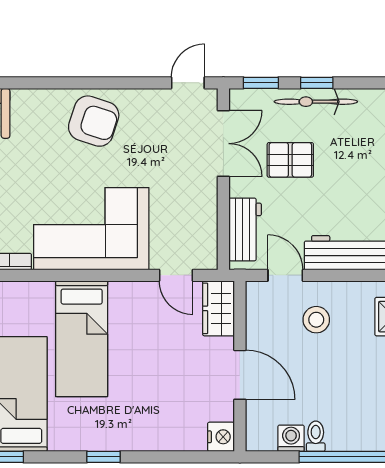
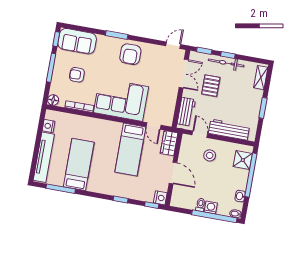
window: (54, 83) -> (117, 35), added
armchair: (94, 121) -> (130, 54), turned 72
pallet: (290, 160) -> (211, 86), turned 90
bed: (82, 339) -> (130, 150), moved
washing machine: (291, 438) -> (211, 208), moved
window: (104, 457) -> (121, 199), moved
window: (204, 457) -> (152, 205), added

